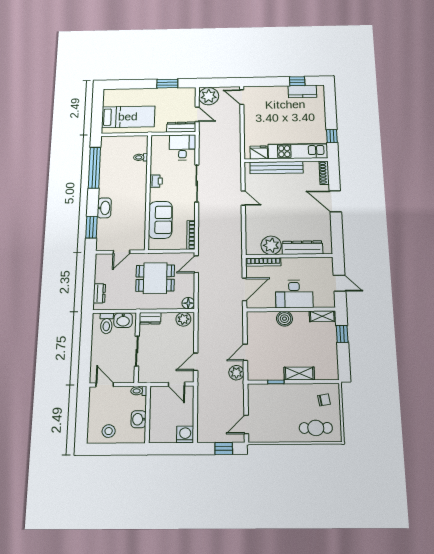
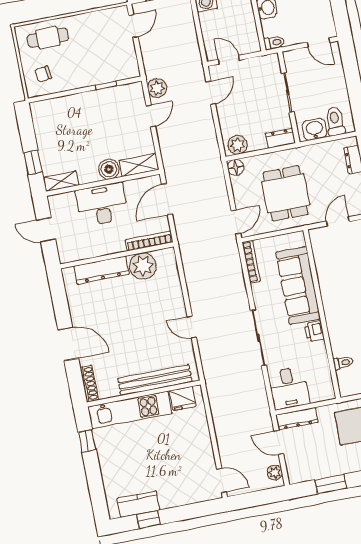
plant: (209, 96) -> (275, 473), width x0.53, depth x0.53
sofa: (160, 220) -> (298, 285), width x1.36
dining table: (155, 278) -> (286, 193), turned 90
shelving: (299, 373) -> (139, 165), moved

